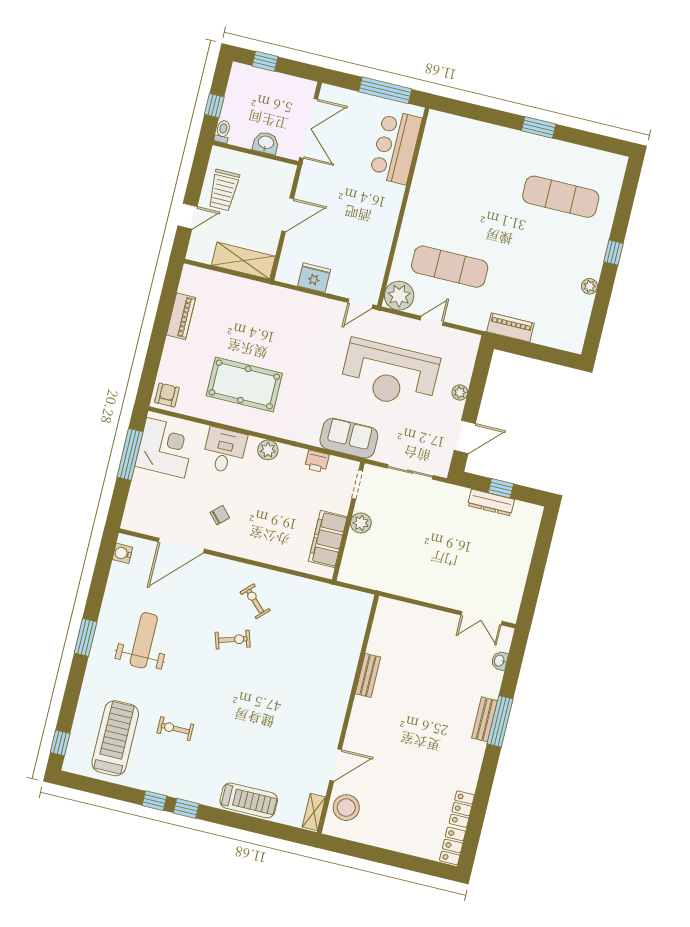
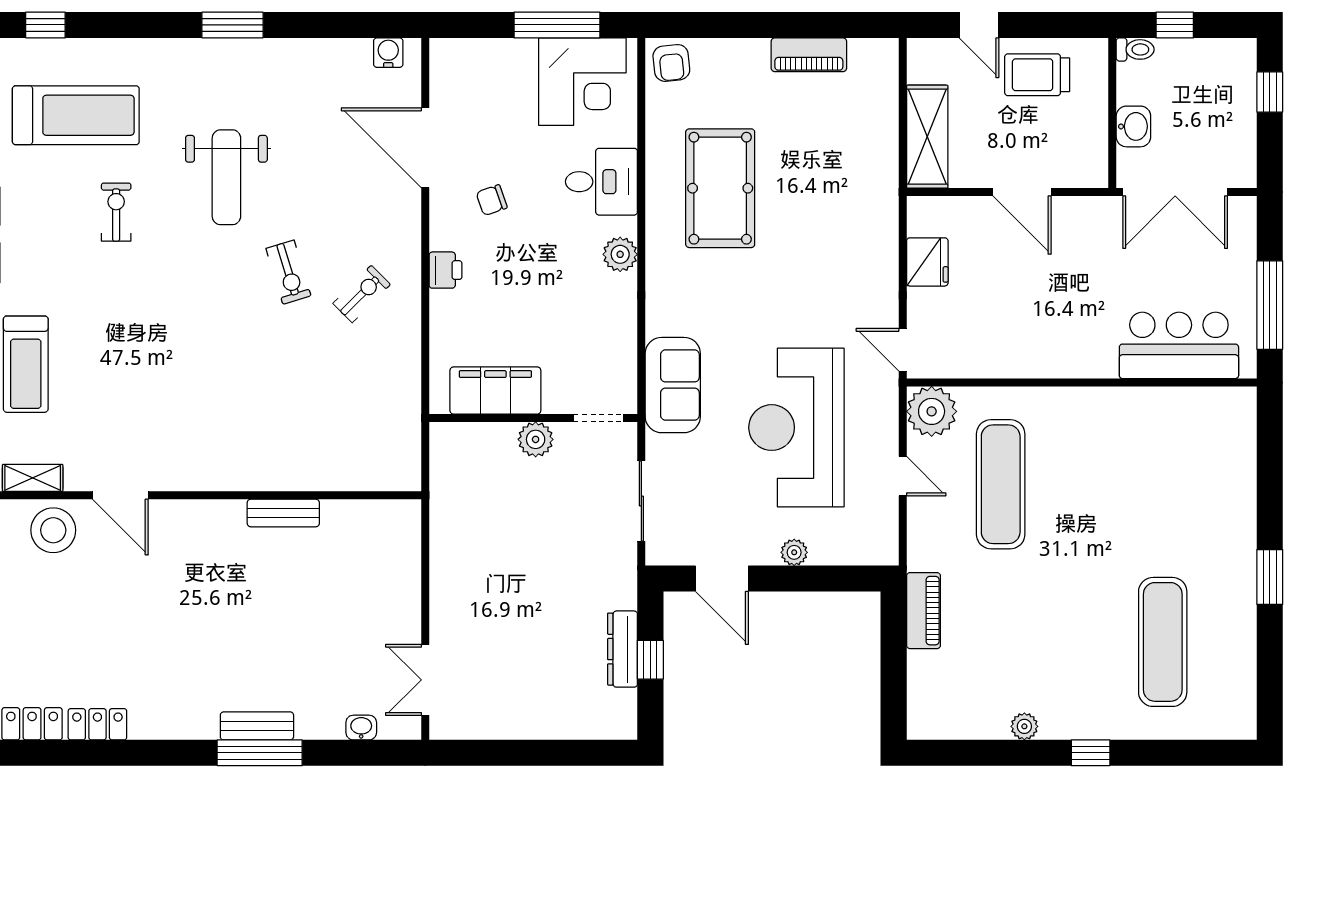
armchair: (167, 395) -> (671, 63), turned 84
printer: (317, 461) -> (445, 270), moved, turned 180
chair: (220, 515) -> (492, 200), turned 114
weight bench: (144, 640) -> (226, 177), moved, turned 90

